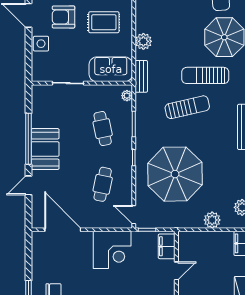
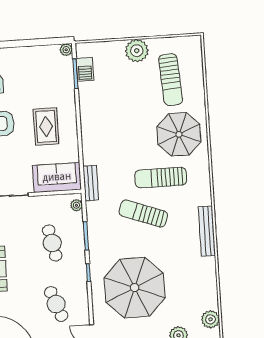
rug: (104, 22) -> (46, 126), turned 90
plant: (143, 41) -> (91, 145), removed
sun lounger: (187, 107) -> (143, 214), turned -147
cafe table: (103, 184) -> (56, 304), turned -33

